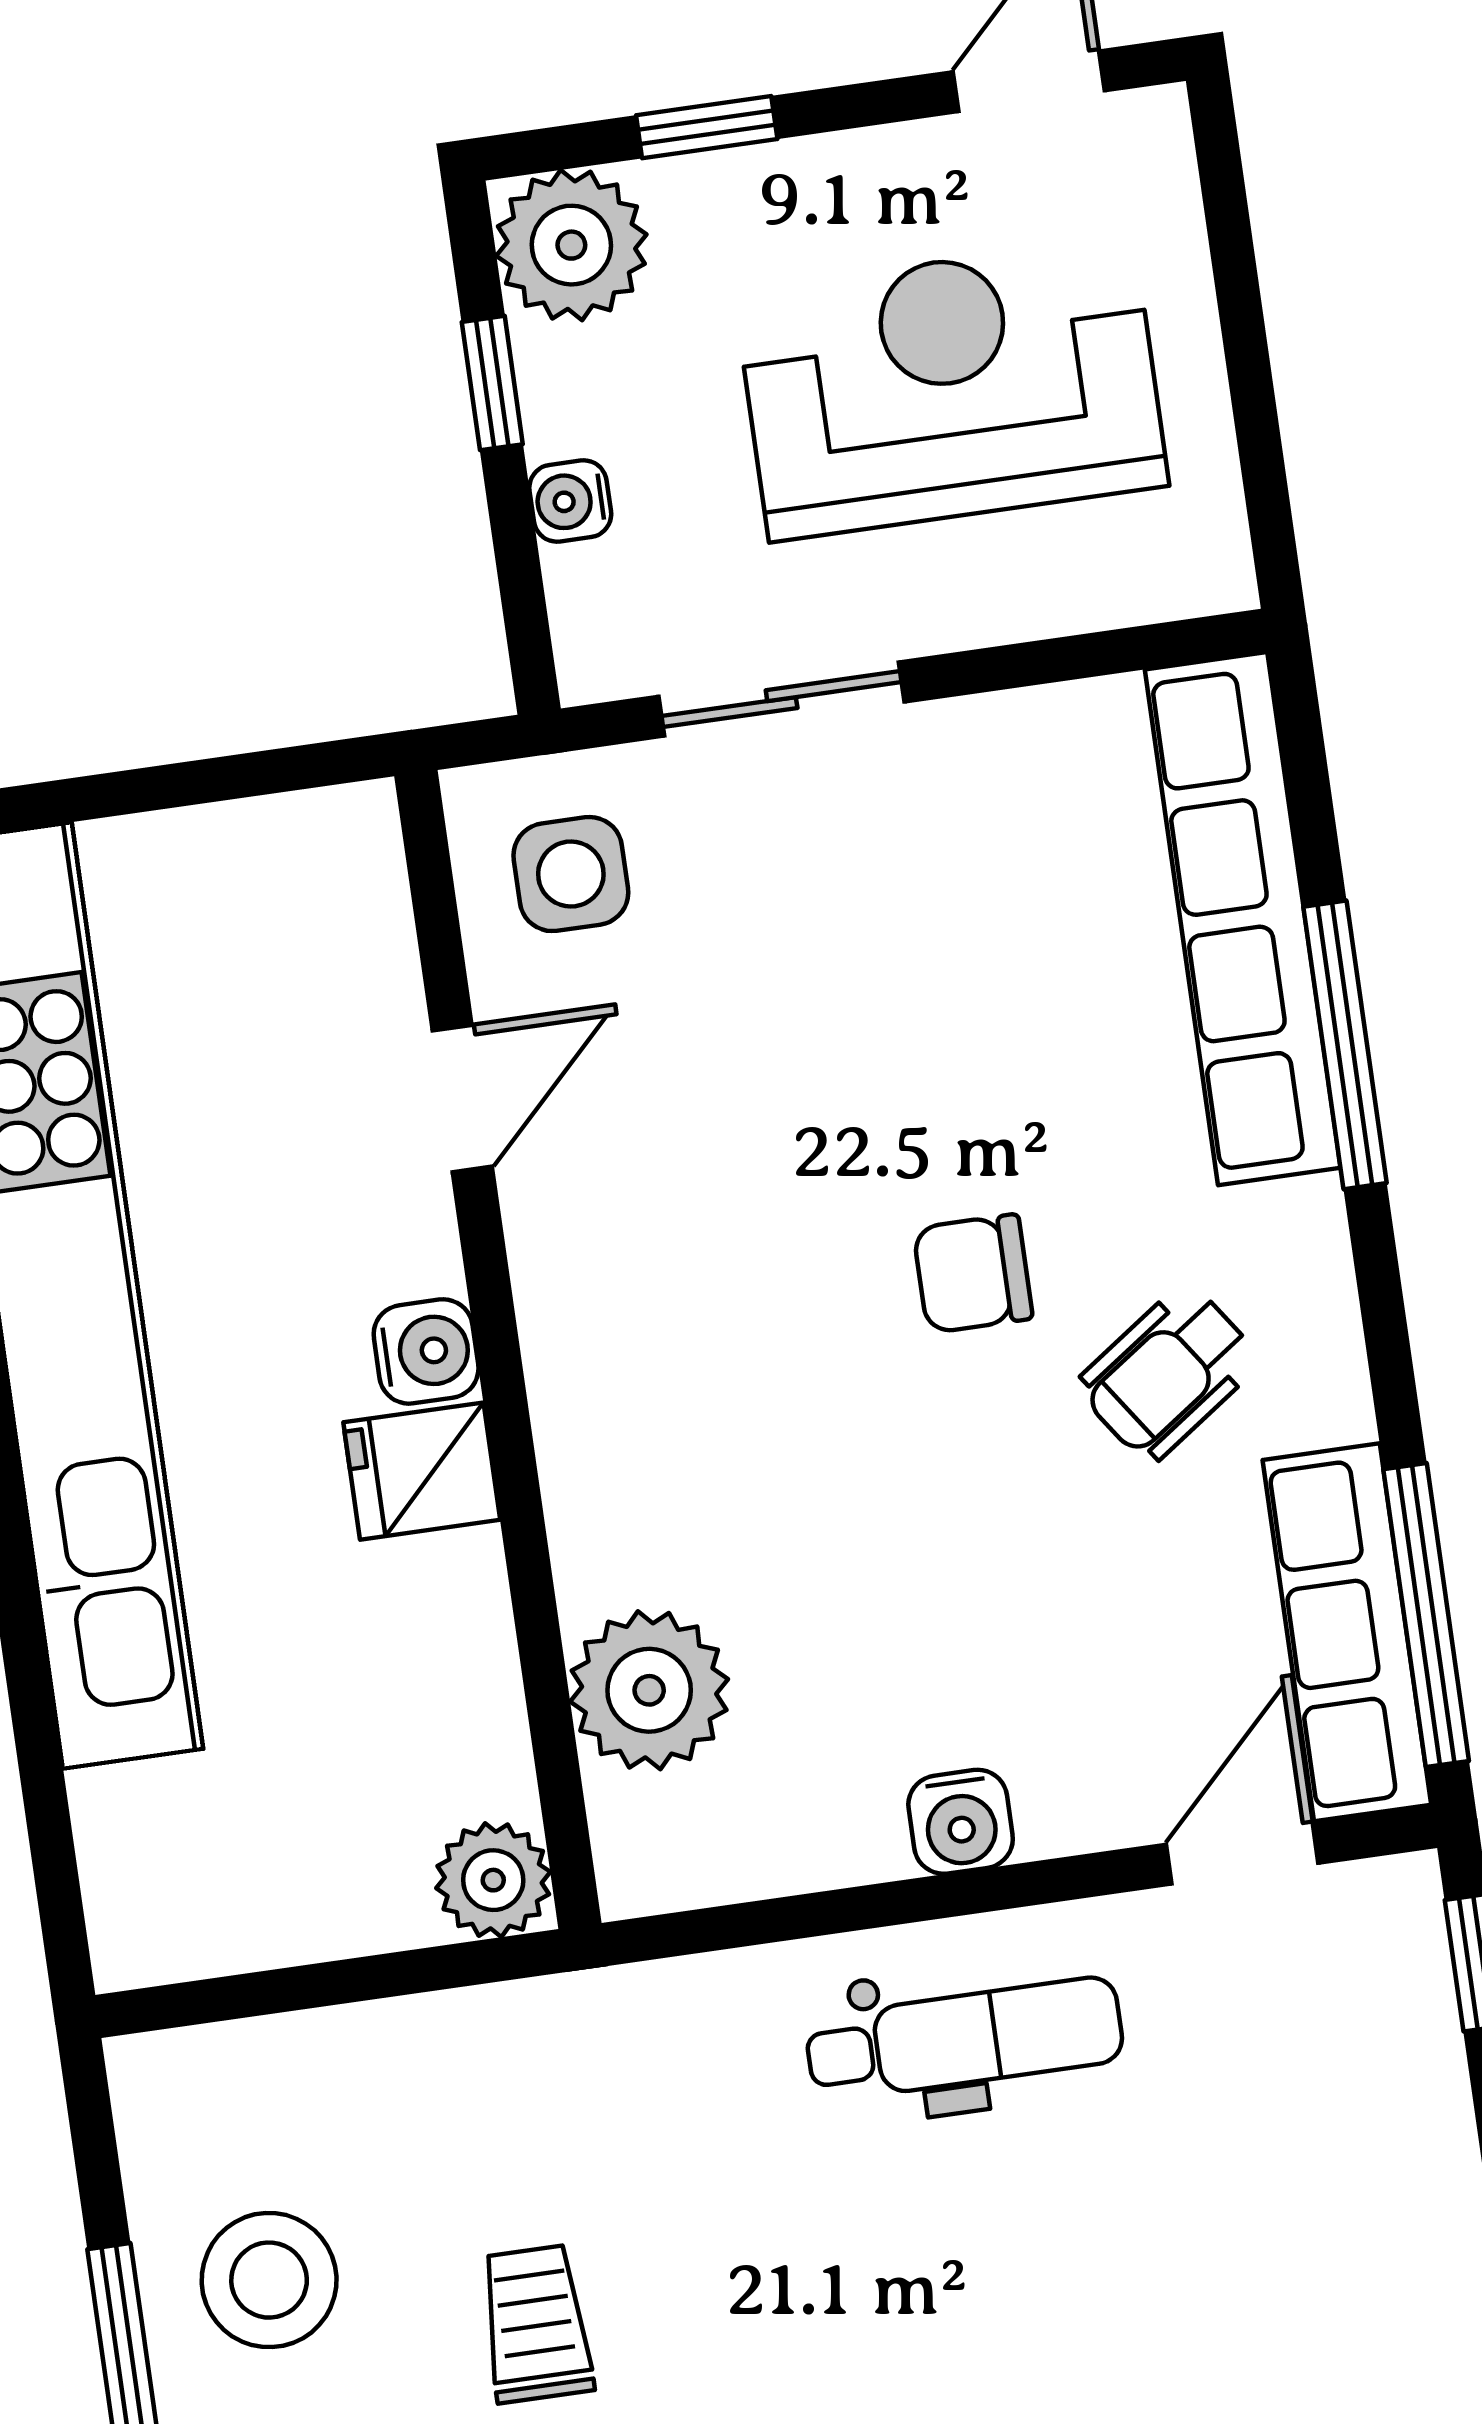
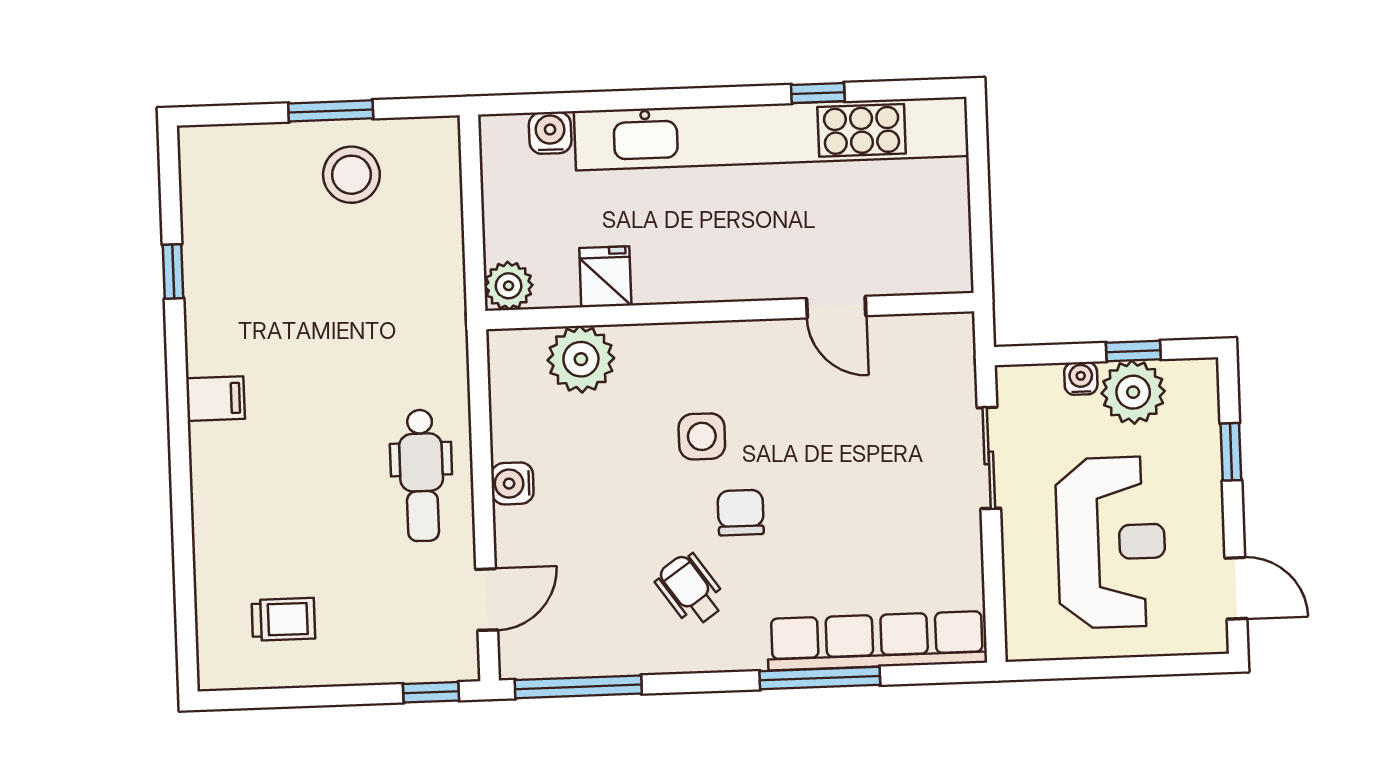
plant: (571, 245) -> (1133, 392), moved
side table: (571, 874) -> (702, 436), moved
water cooler: (426, 1351) -> (550, 133), moved, turned 180
fridge: (422, 1471) -> (605, 277), moved
row of seats: (1347, 1632) -> (575, 653), removed
door: (1242, 1854) -> (487, 600), hinge flipped
trolley: (536, 2324) -> (283, 619), moved

